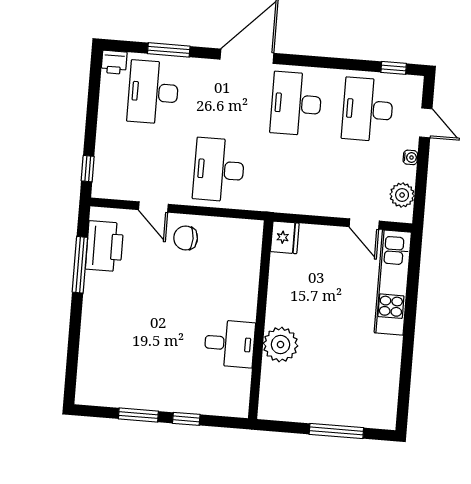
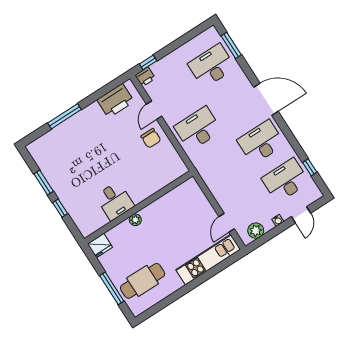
window: (169, 50) -> (231, 45), moved
printer: (114, 62) -> (145, 77), moved, turned -90
window: (394, 68) -> (310, 167), moved
fridge: (285, 237) -> (100, 246), moved
chair: (186, 238) -> (151, 138), turned 180
window: (80, 265) -> (64, 116), moved
plant: (280, 345) -> (135, 220), width x0.53, depth x0.53
cafe table: (357, 385) -> (143, 281), added

